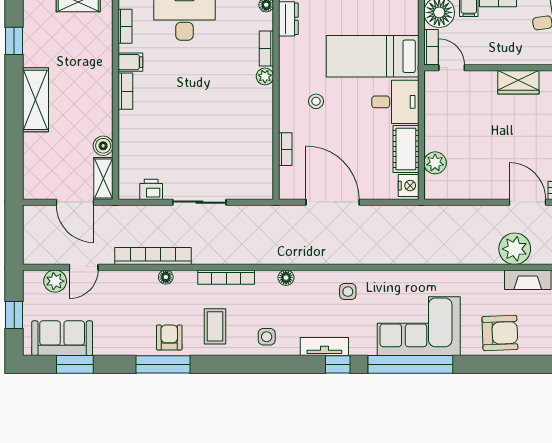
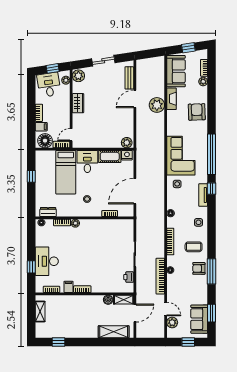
shelving: (36, 100) -> (114, 332), moved
plant: (435, 163) -> (127, 143), moved
corner sofa: (419, 326) -> (181, 156), moved, turned 180

